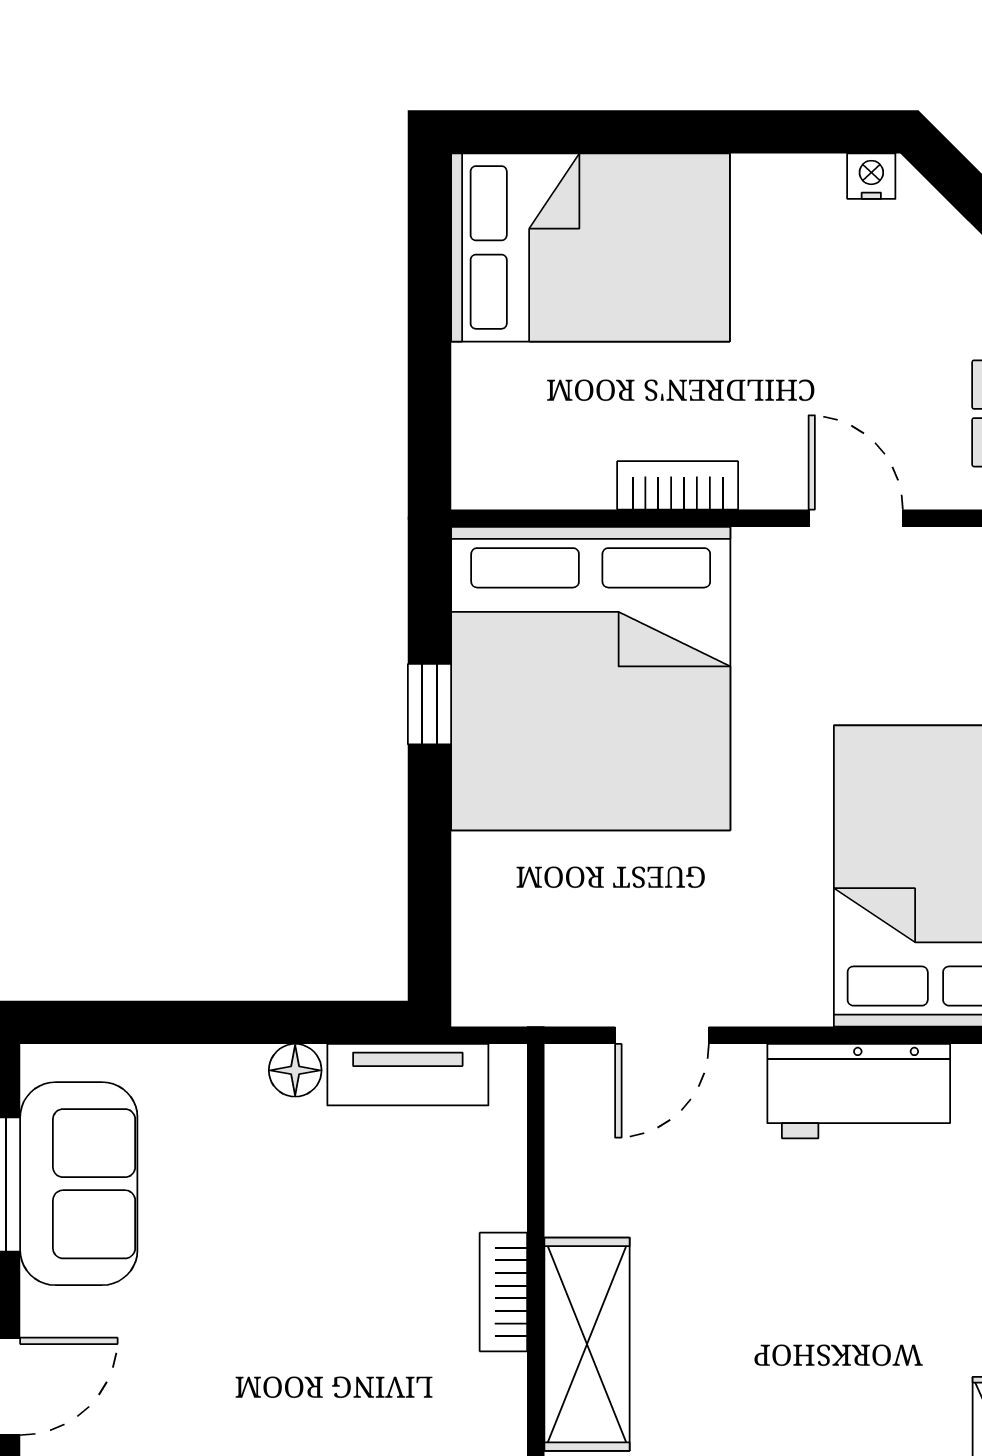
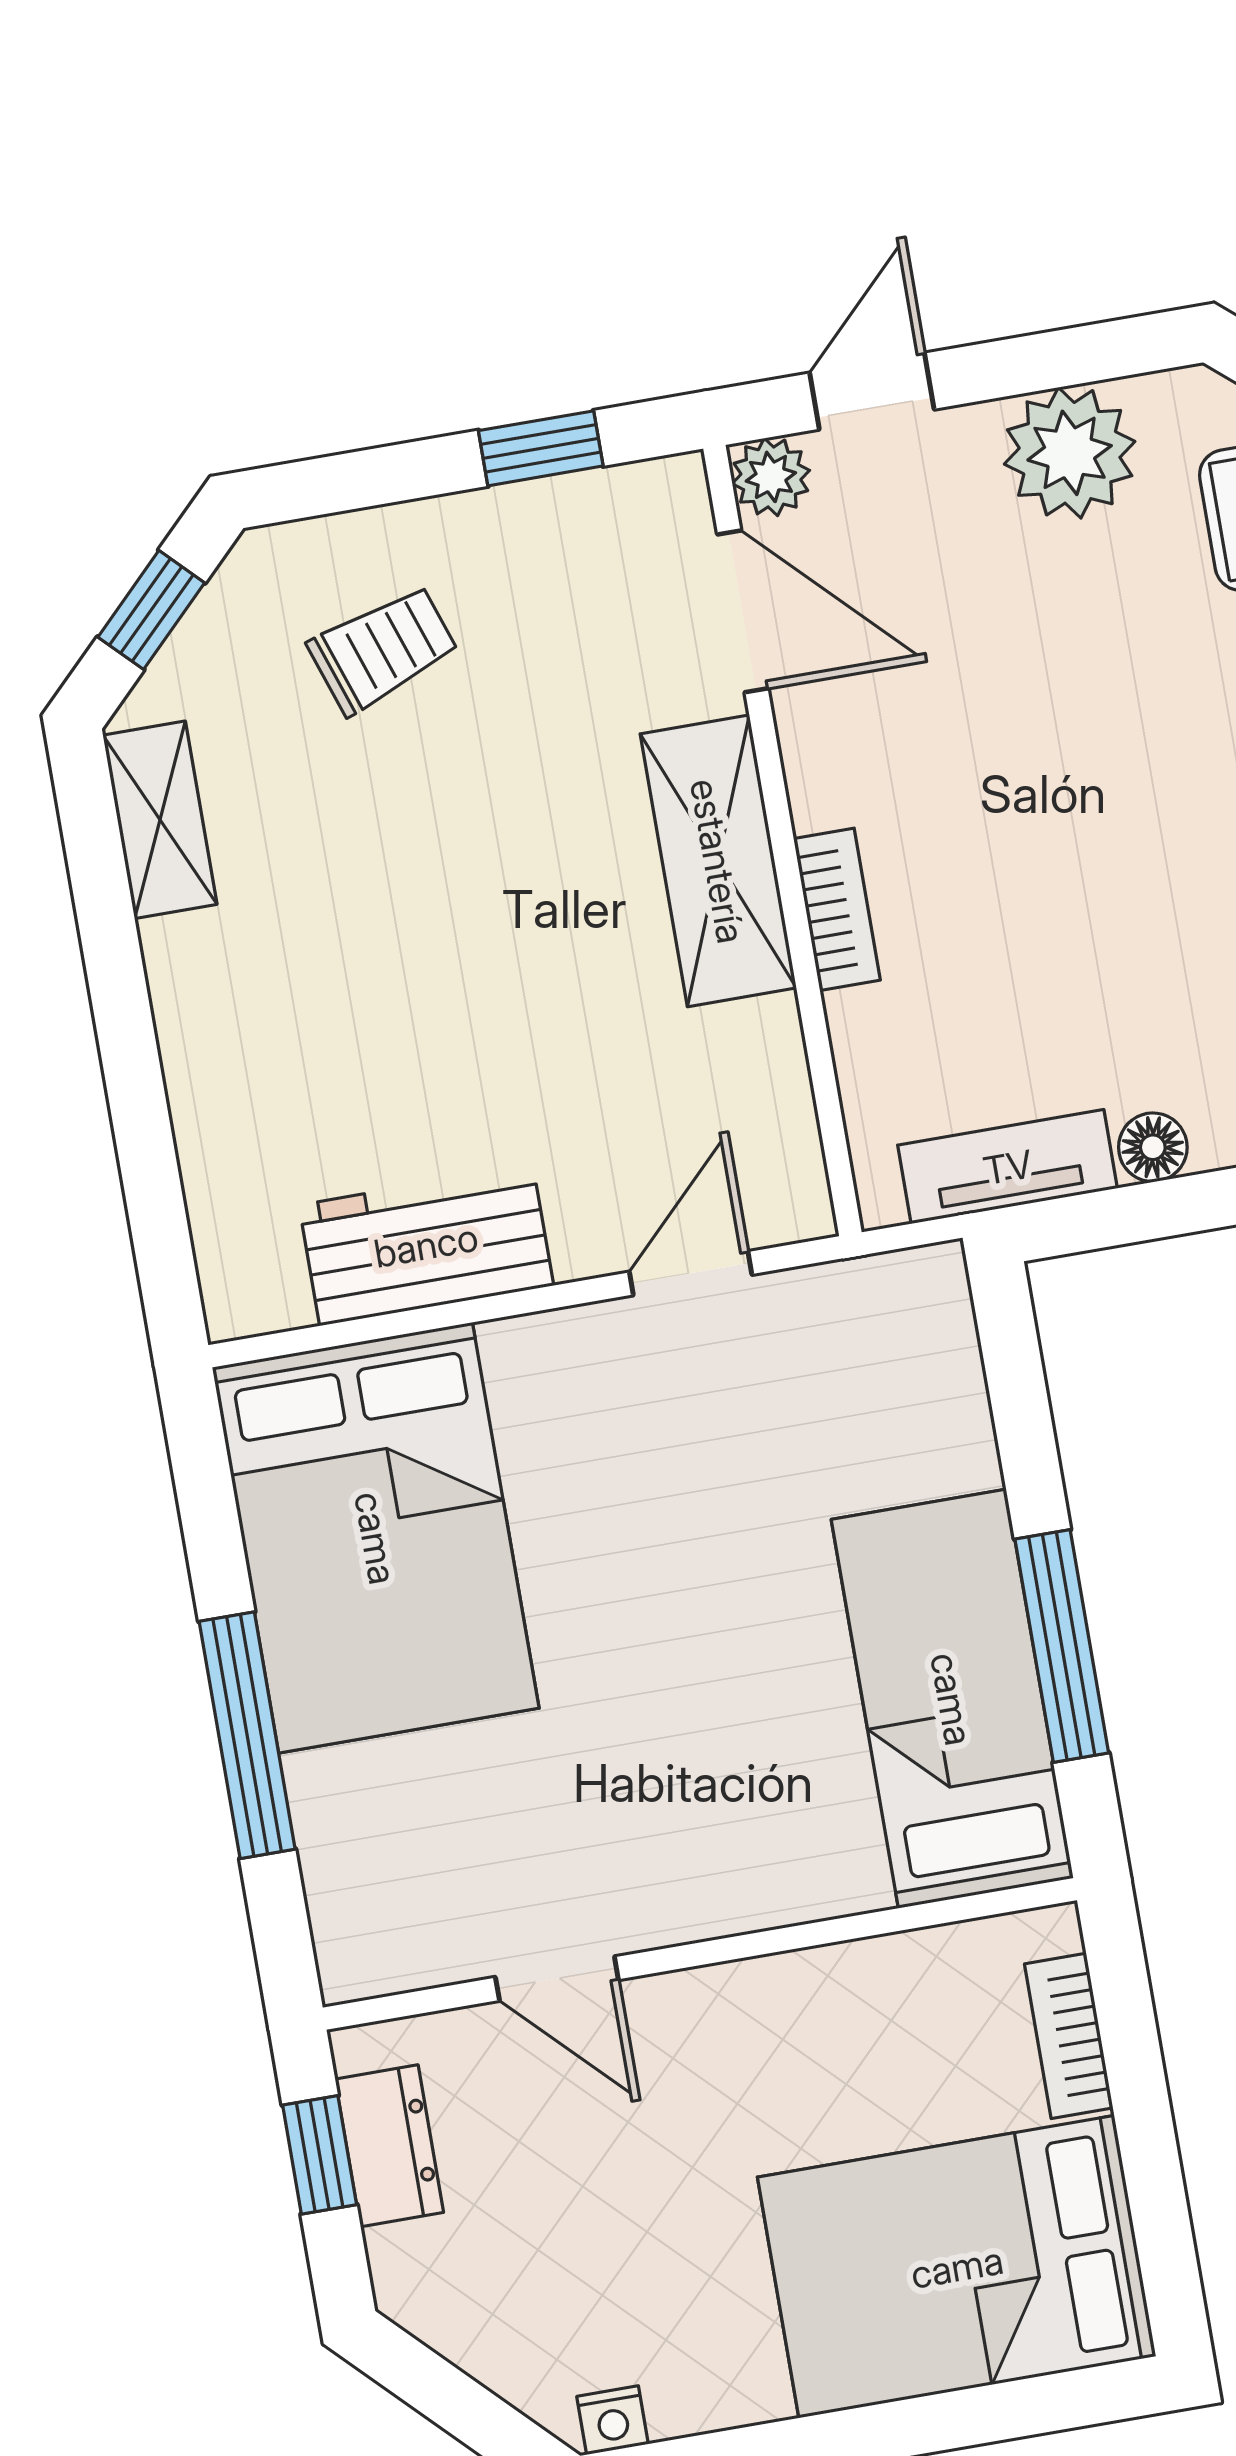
bookcase: (678, 485) -> (1069, 2036), moved, turned 90
bed: (591, 679) -> (952, 1699), width x0.49
window: (429, 704) -> (1062, 1646), width x2.17

